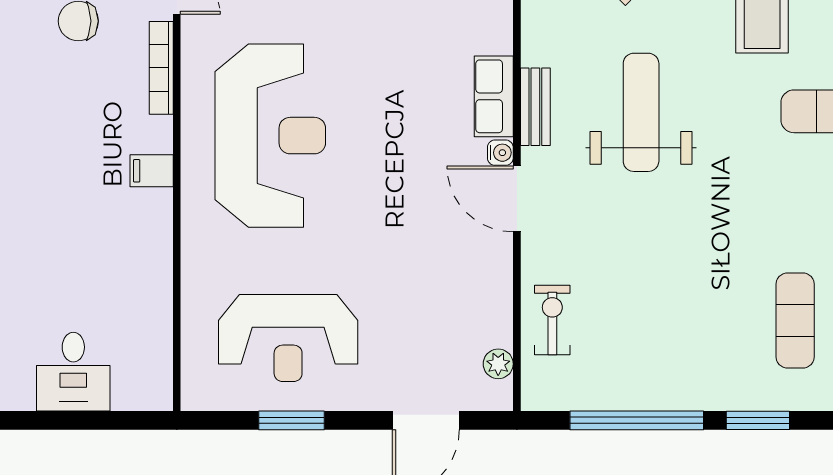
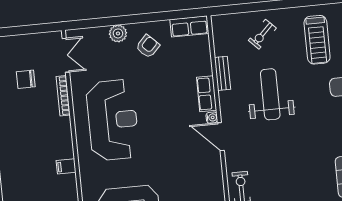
bench: (535, 107) -> (222, 73), moved
filing cabinet: (152, 171) -> (66, 166), moved

